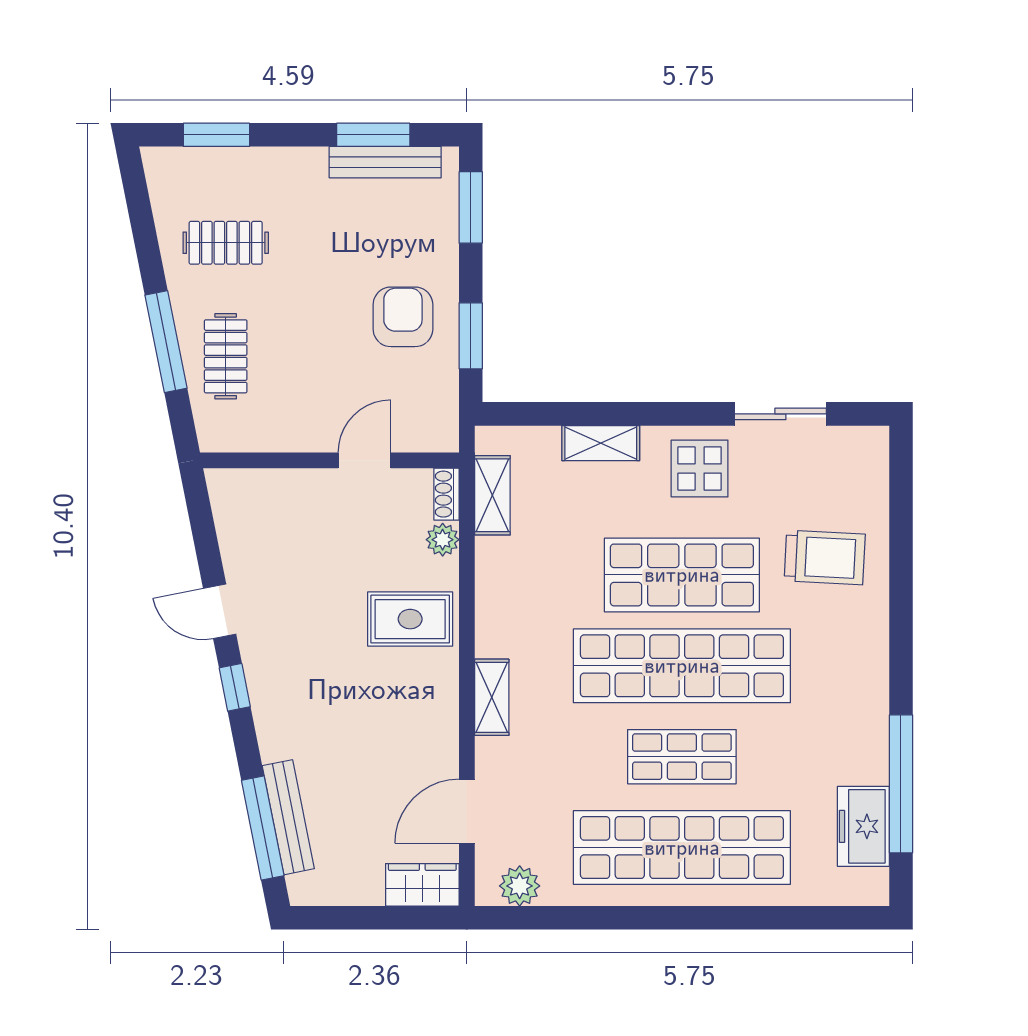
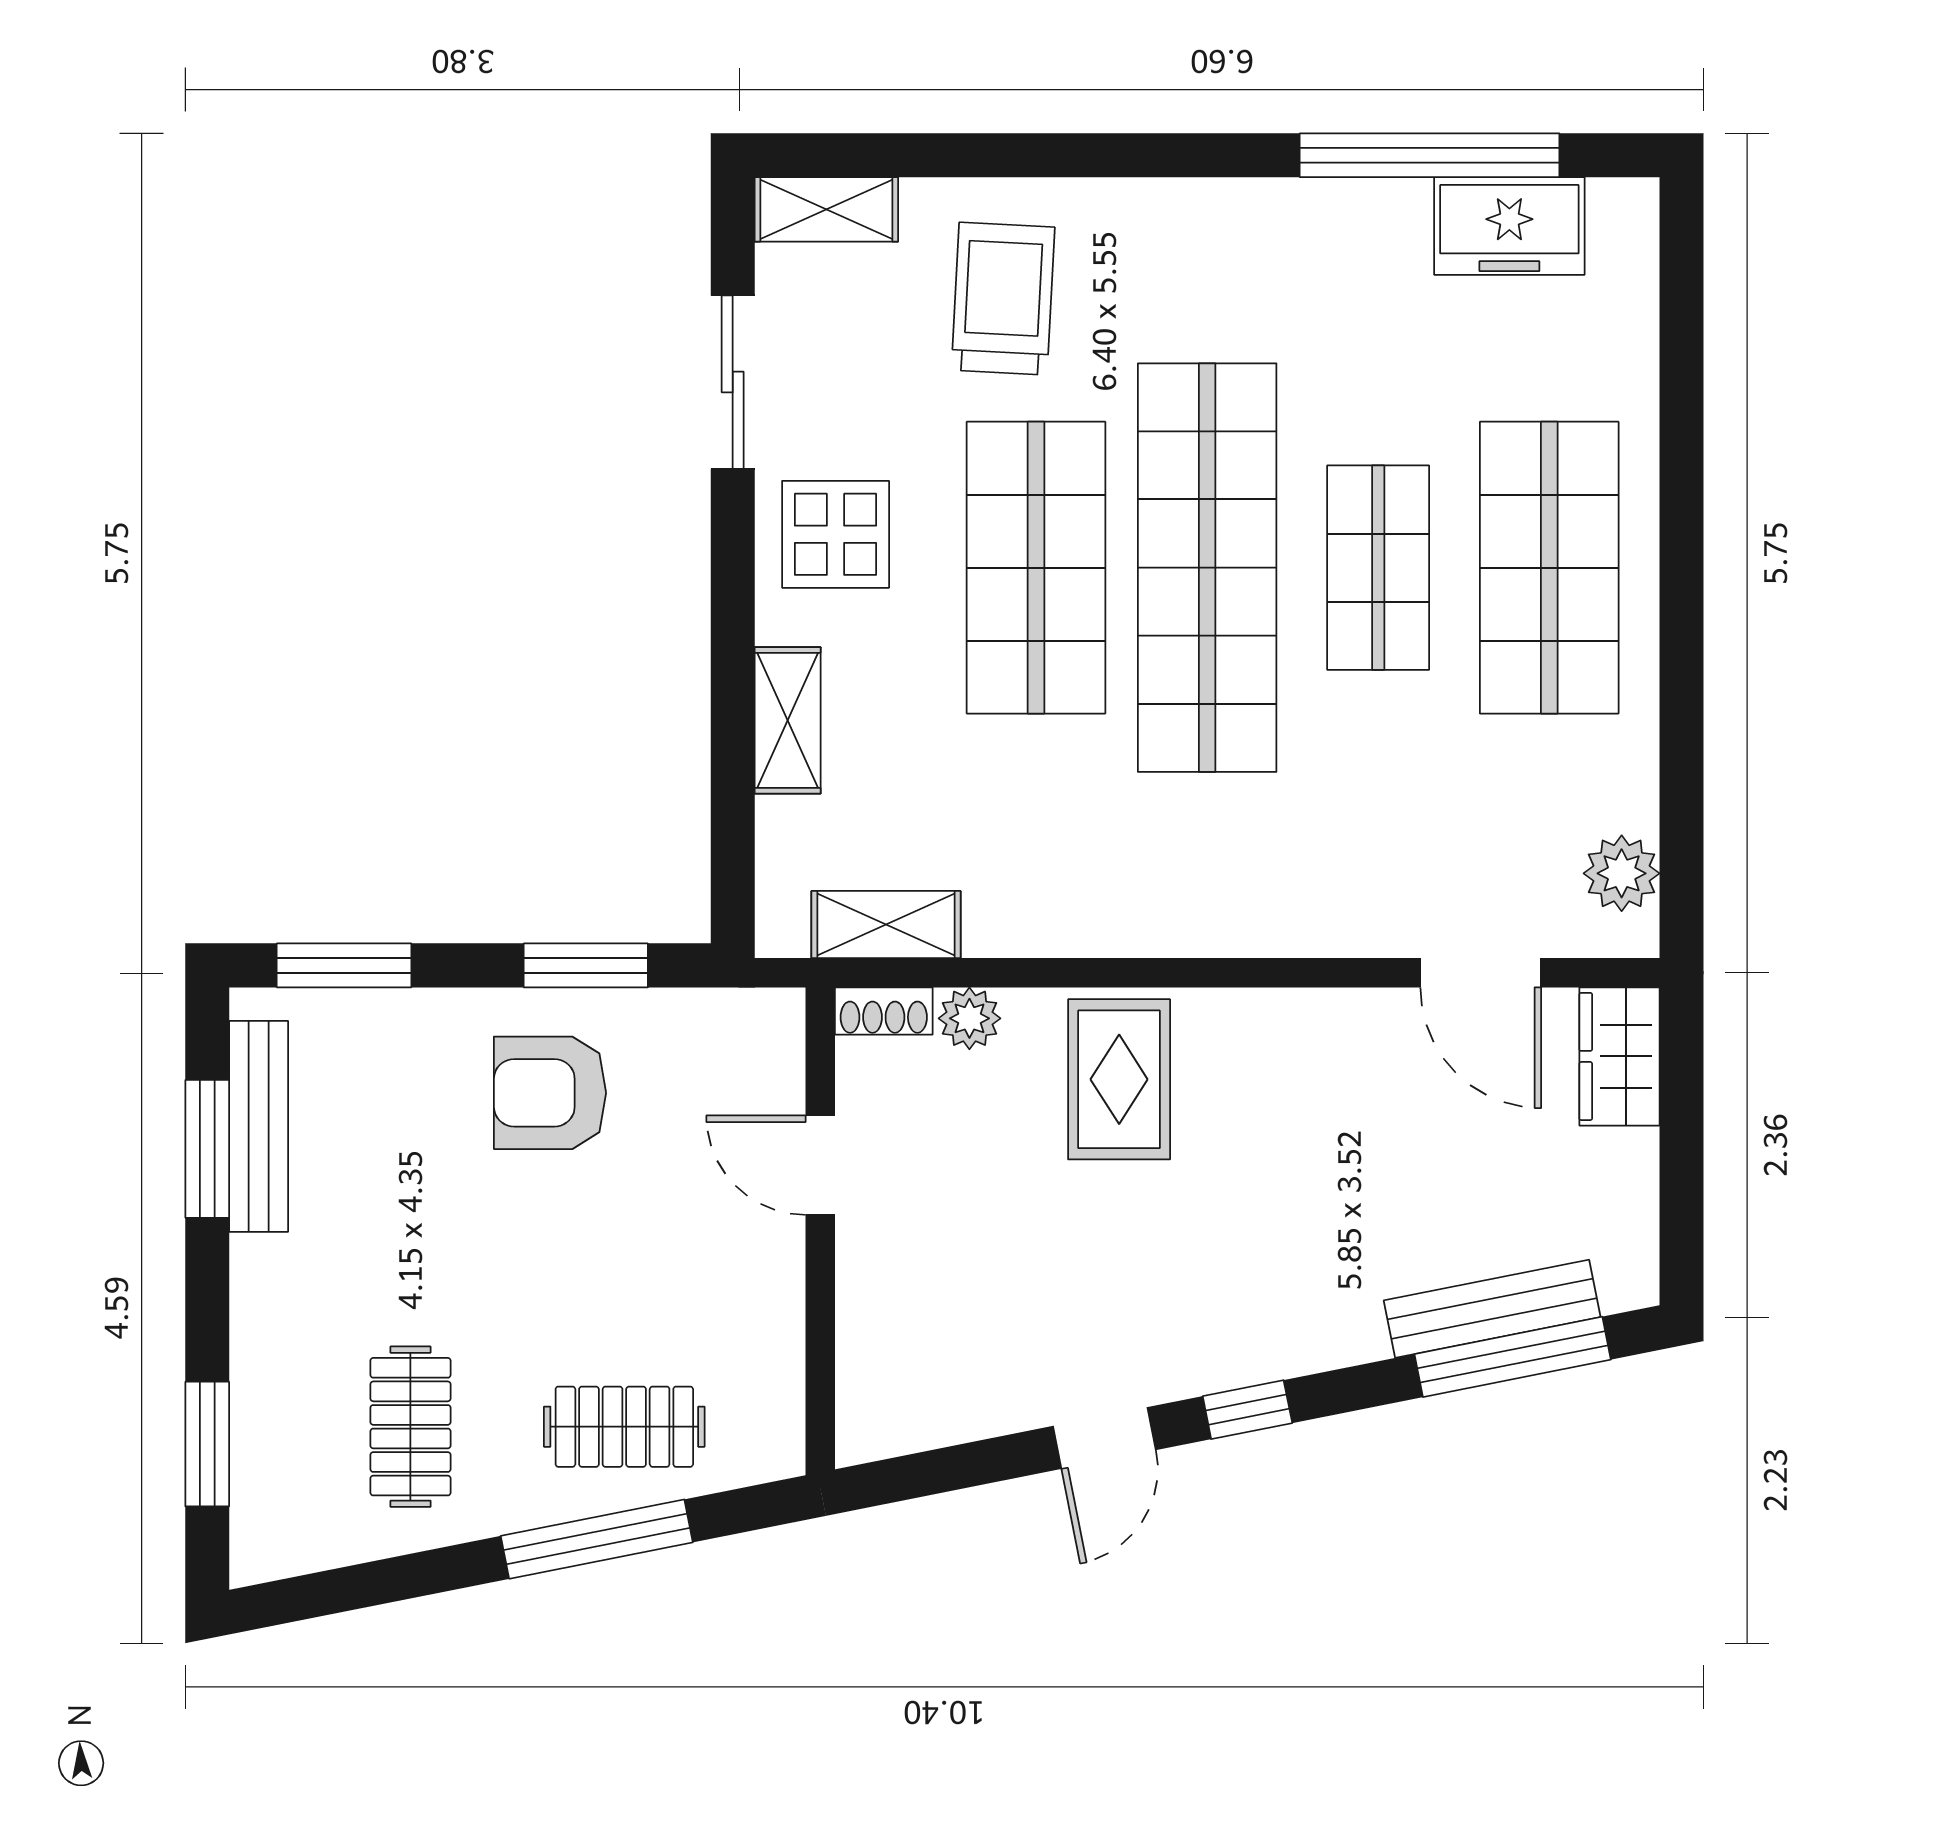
shelving: (492, 697) -> (826, 209), moved
shop shelf: (682, 848) -> (1549, 568), width x0.71

